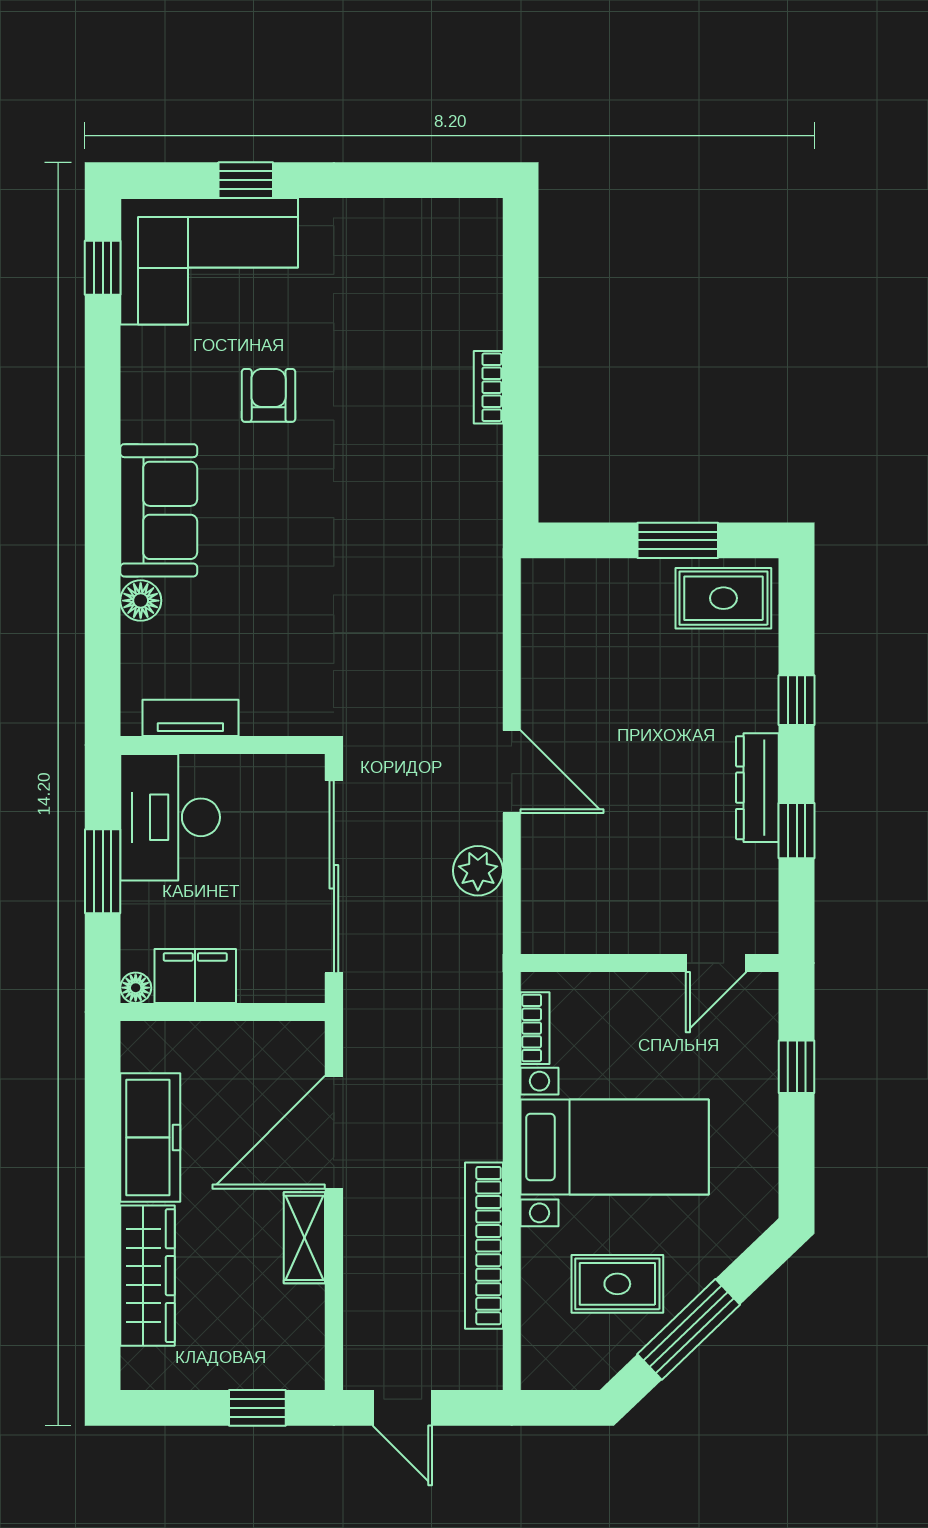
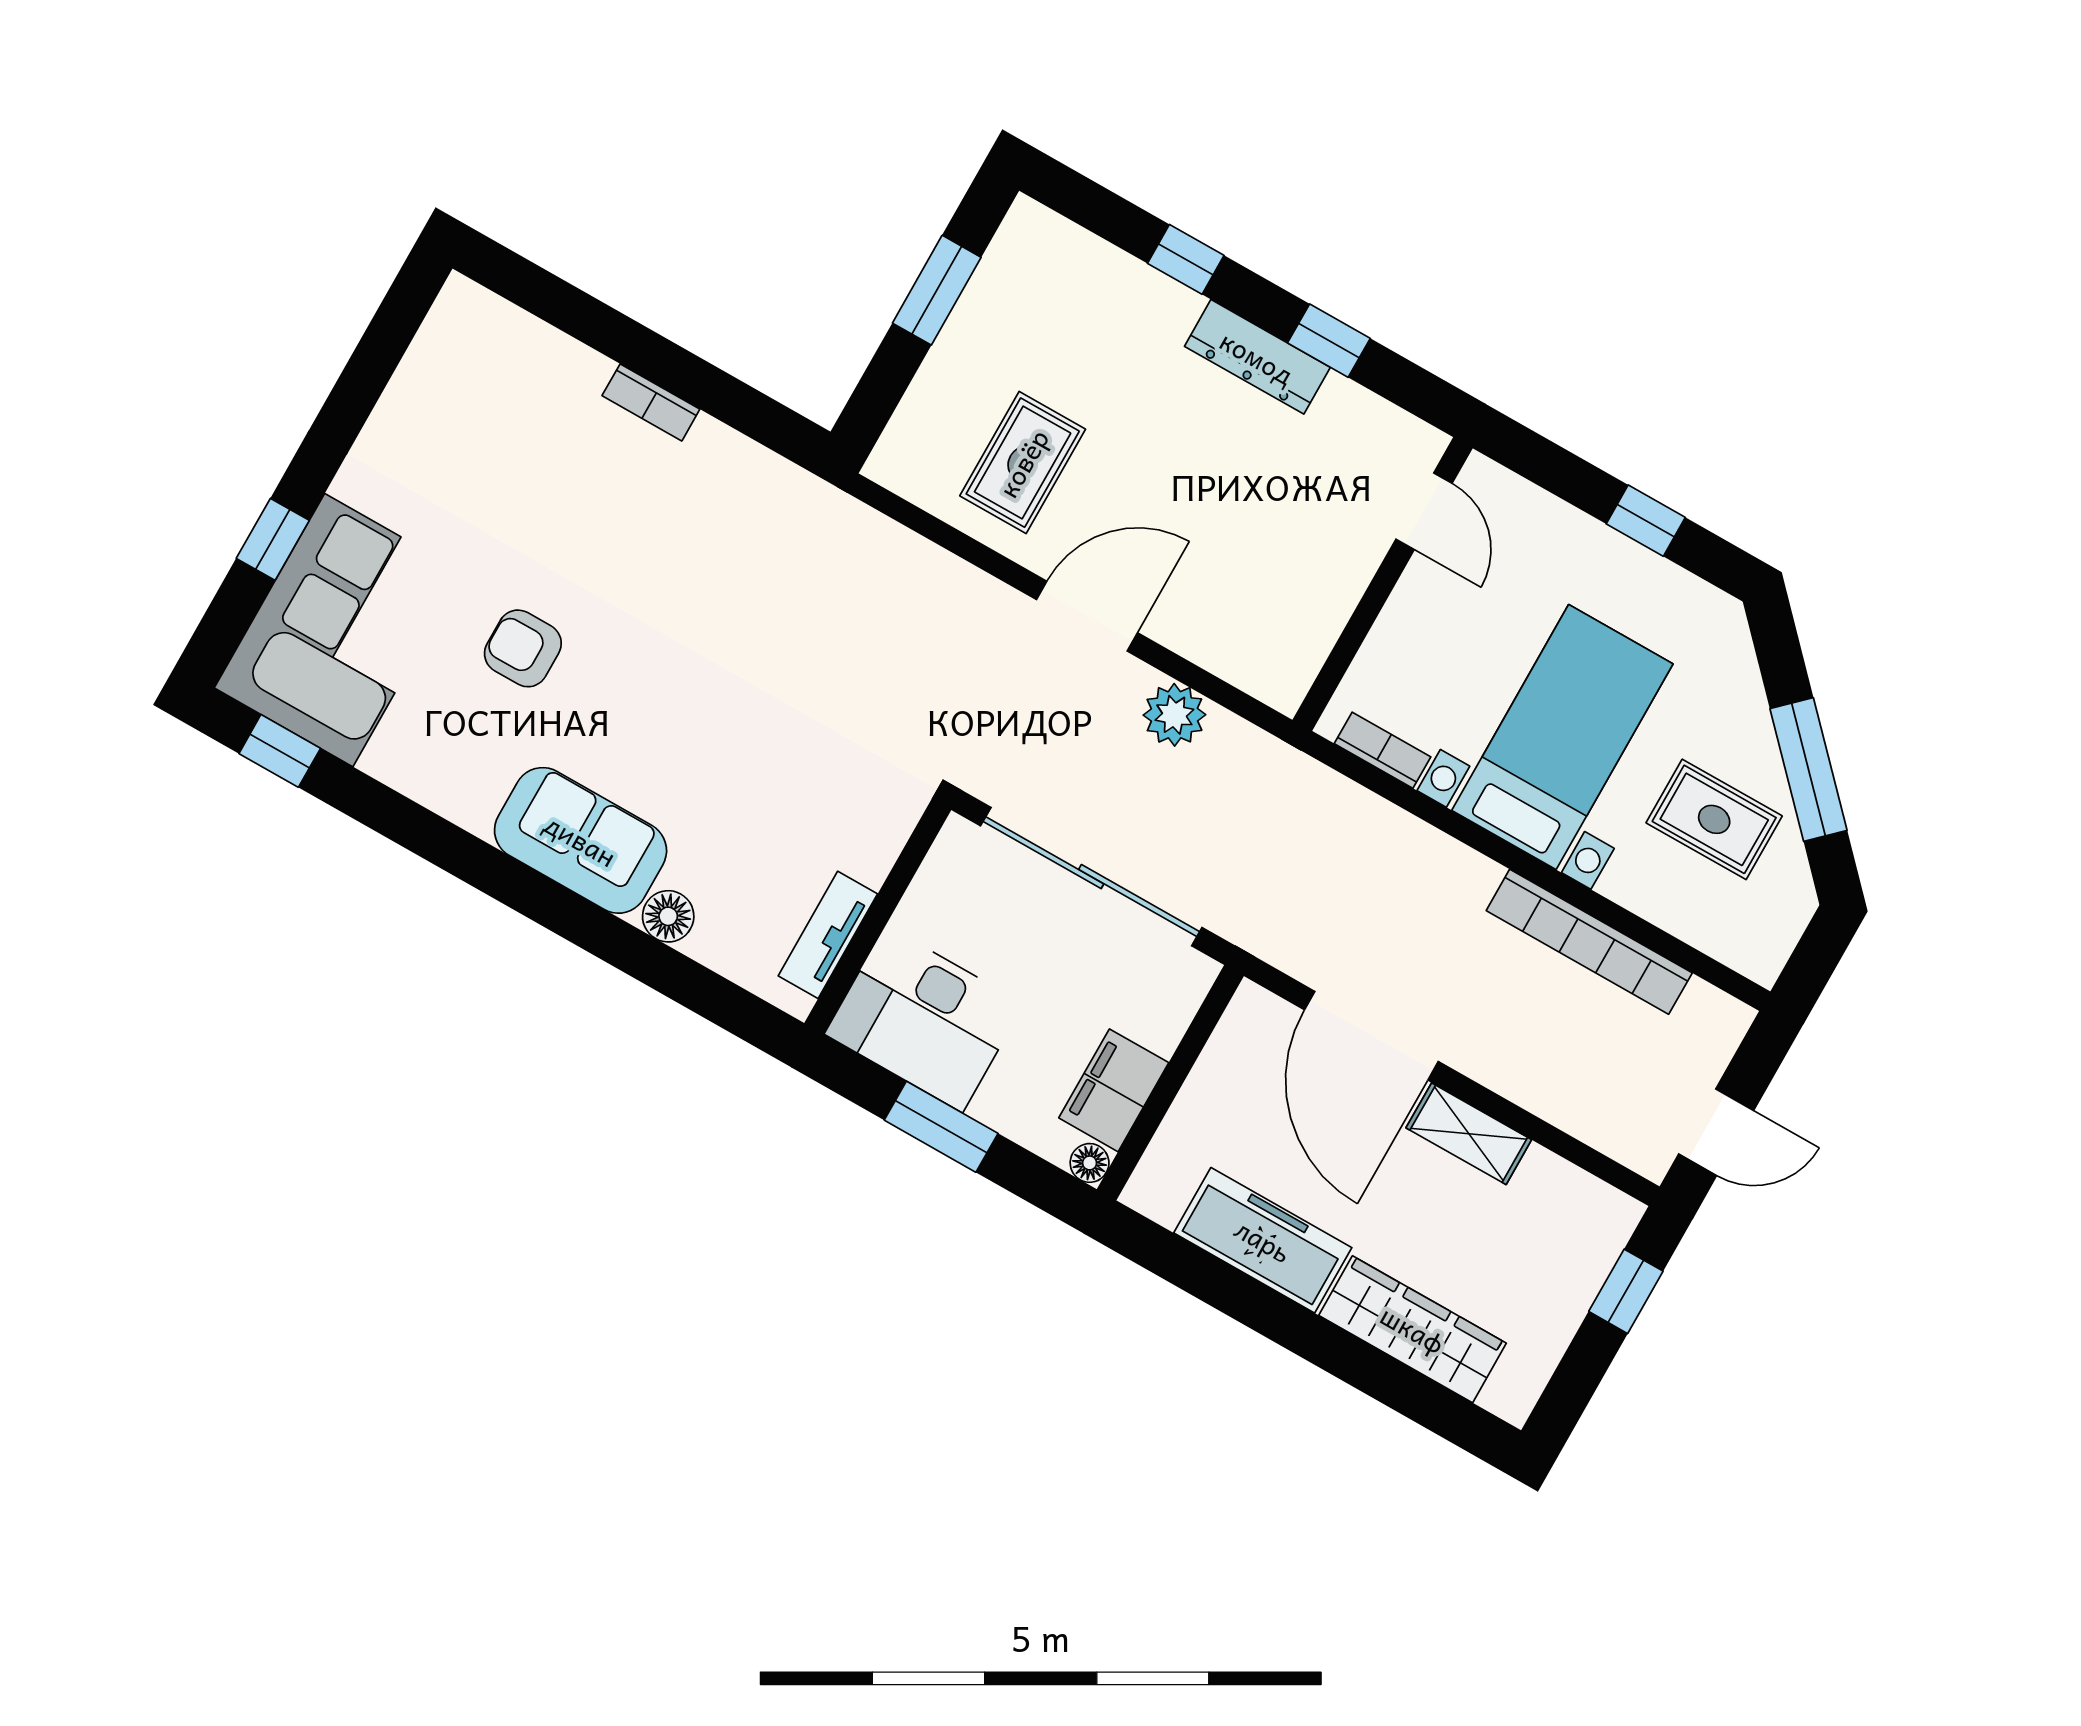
rug: (723, 598) -> (1023, 463), moved
window: (797, 1067) -> (1646, 521), moved
rug: (617, 1284) -> (1714, 819), turned 90

